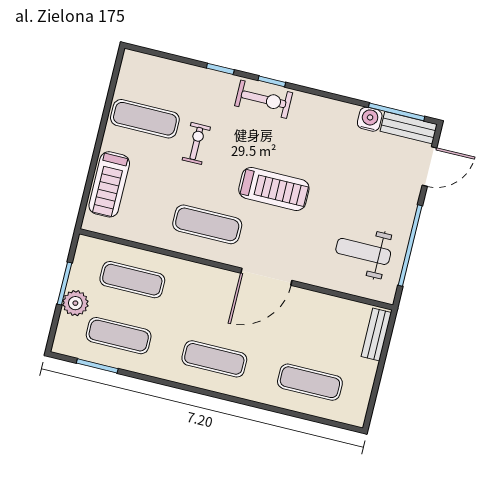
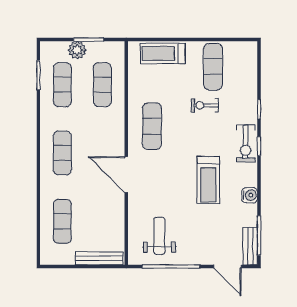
water cooler: (370, 119) -> (250, 195), moved
exercise bike: (196, 143) -> (205, 105), turned 180
treadmill: (274, 189) -> (208, 180), moved
bench: (376, 335) -> (99, 258), width x1.36

